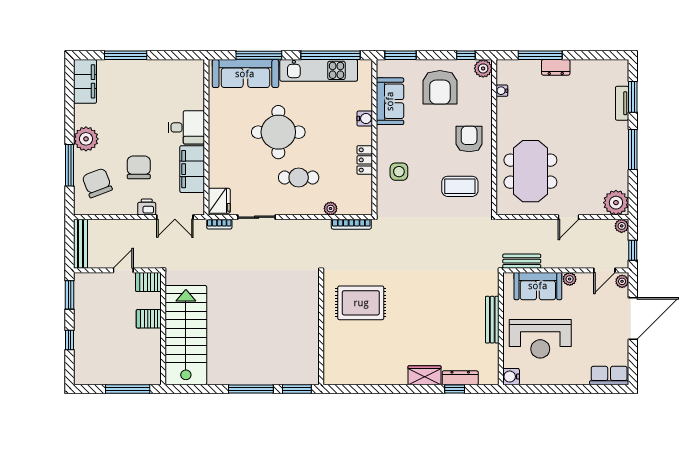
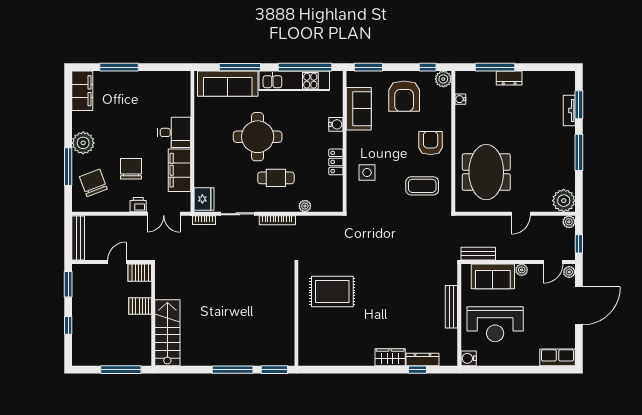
bookcase: (351, 224) -> (277, 220), moved
stairs: (186, 335) -> (167, 333), width x0.73, depth x0.66

